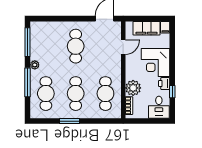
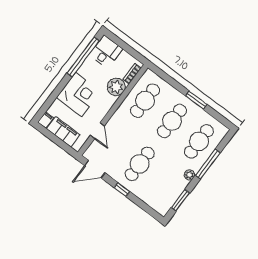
window: (75, 19) -> (122, 190), added
window: (28, 42) -> (180, 200), width x0.69
door: (123, 47) -> (97, 131), swing flipped
printer: (164, 84) -> (85, 70), removed
window: (172, 92) -> (83, 57), width x3.17

